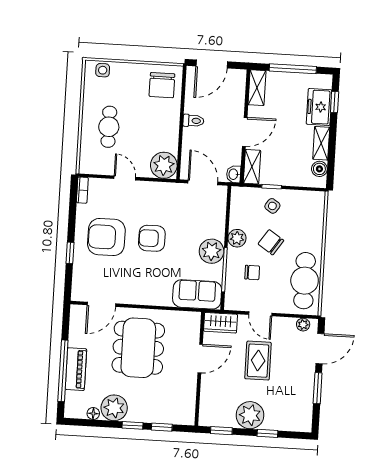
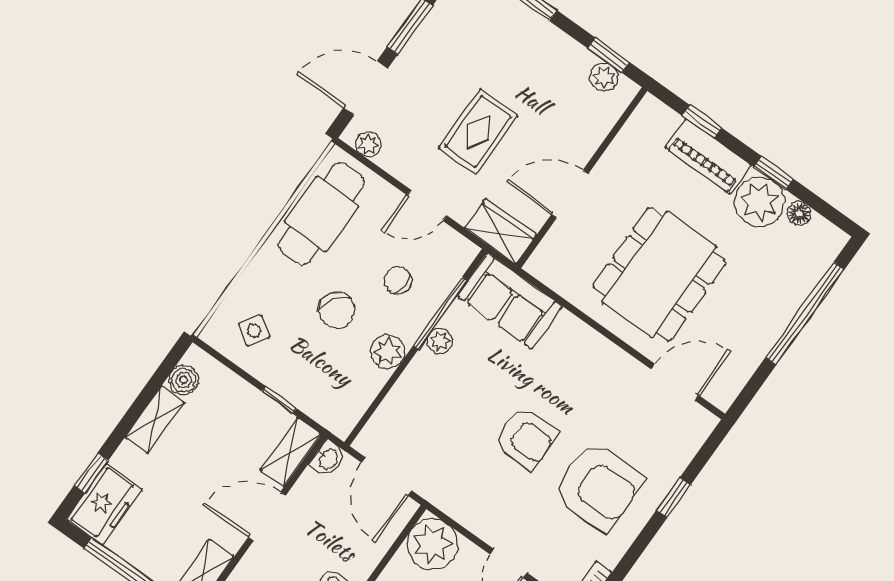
freezer: (319, 107) -> (104, 504), moved
side table: (272, 206) -> (254, 331), moved
plant: (212, 251) -> (440, 341), width x0.53, depth x0.53
door: (260, 314) -> (427, 205), swing flipped
piano: (76, 369) -> (708, 156), moved, turned -90
plant: (250, 415) -> (604, 77), moved, width x0.53, depth x0.53
window: (133, 425) -> (774, 173), moved

